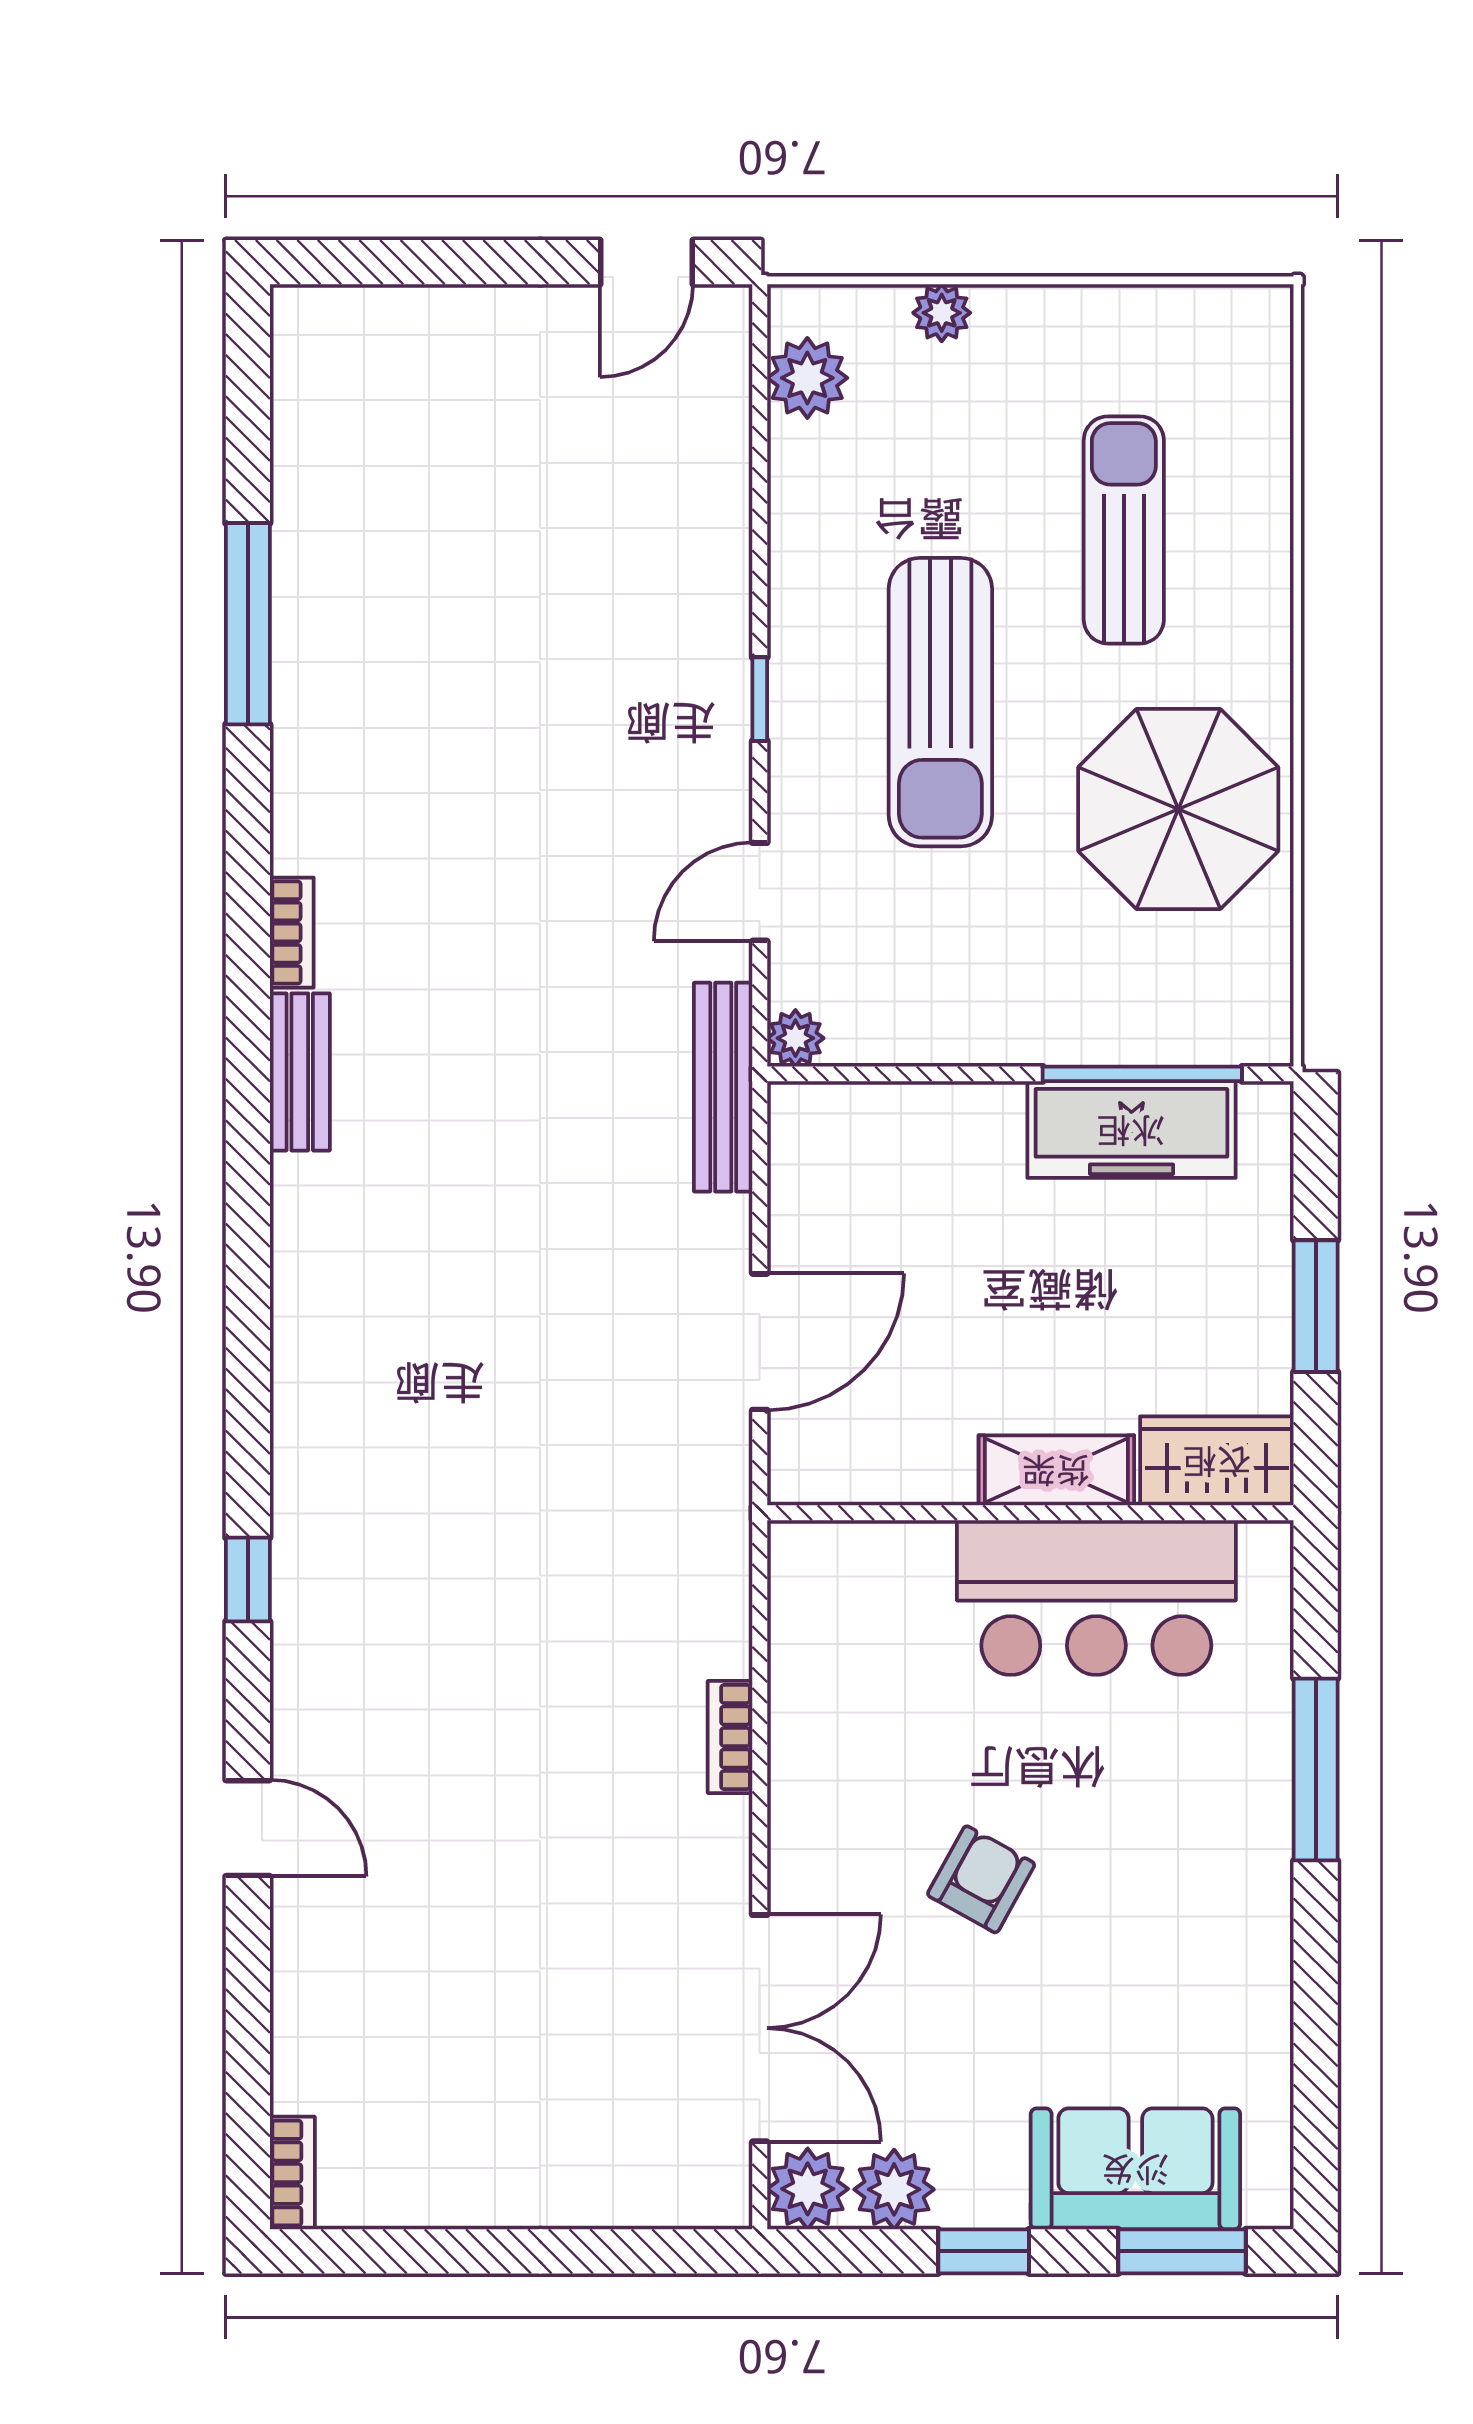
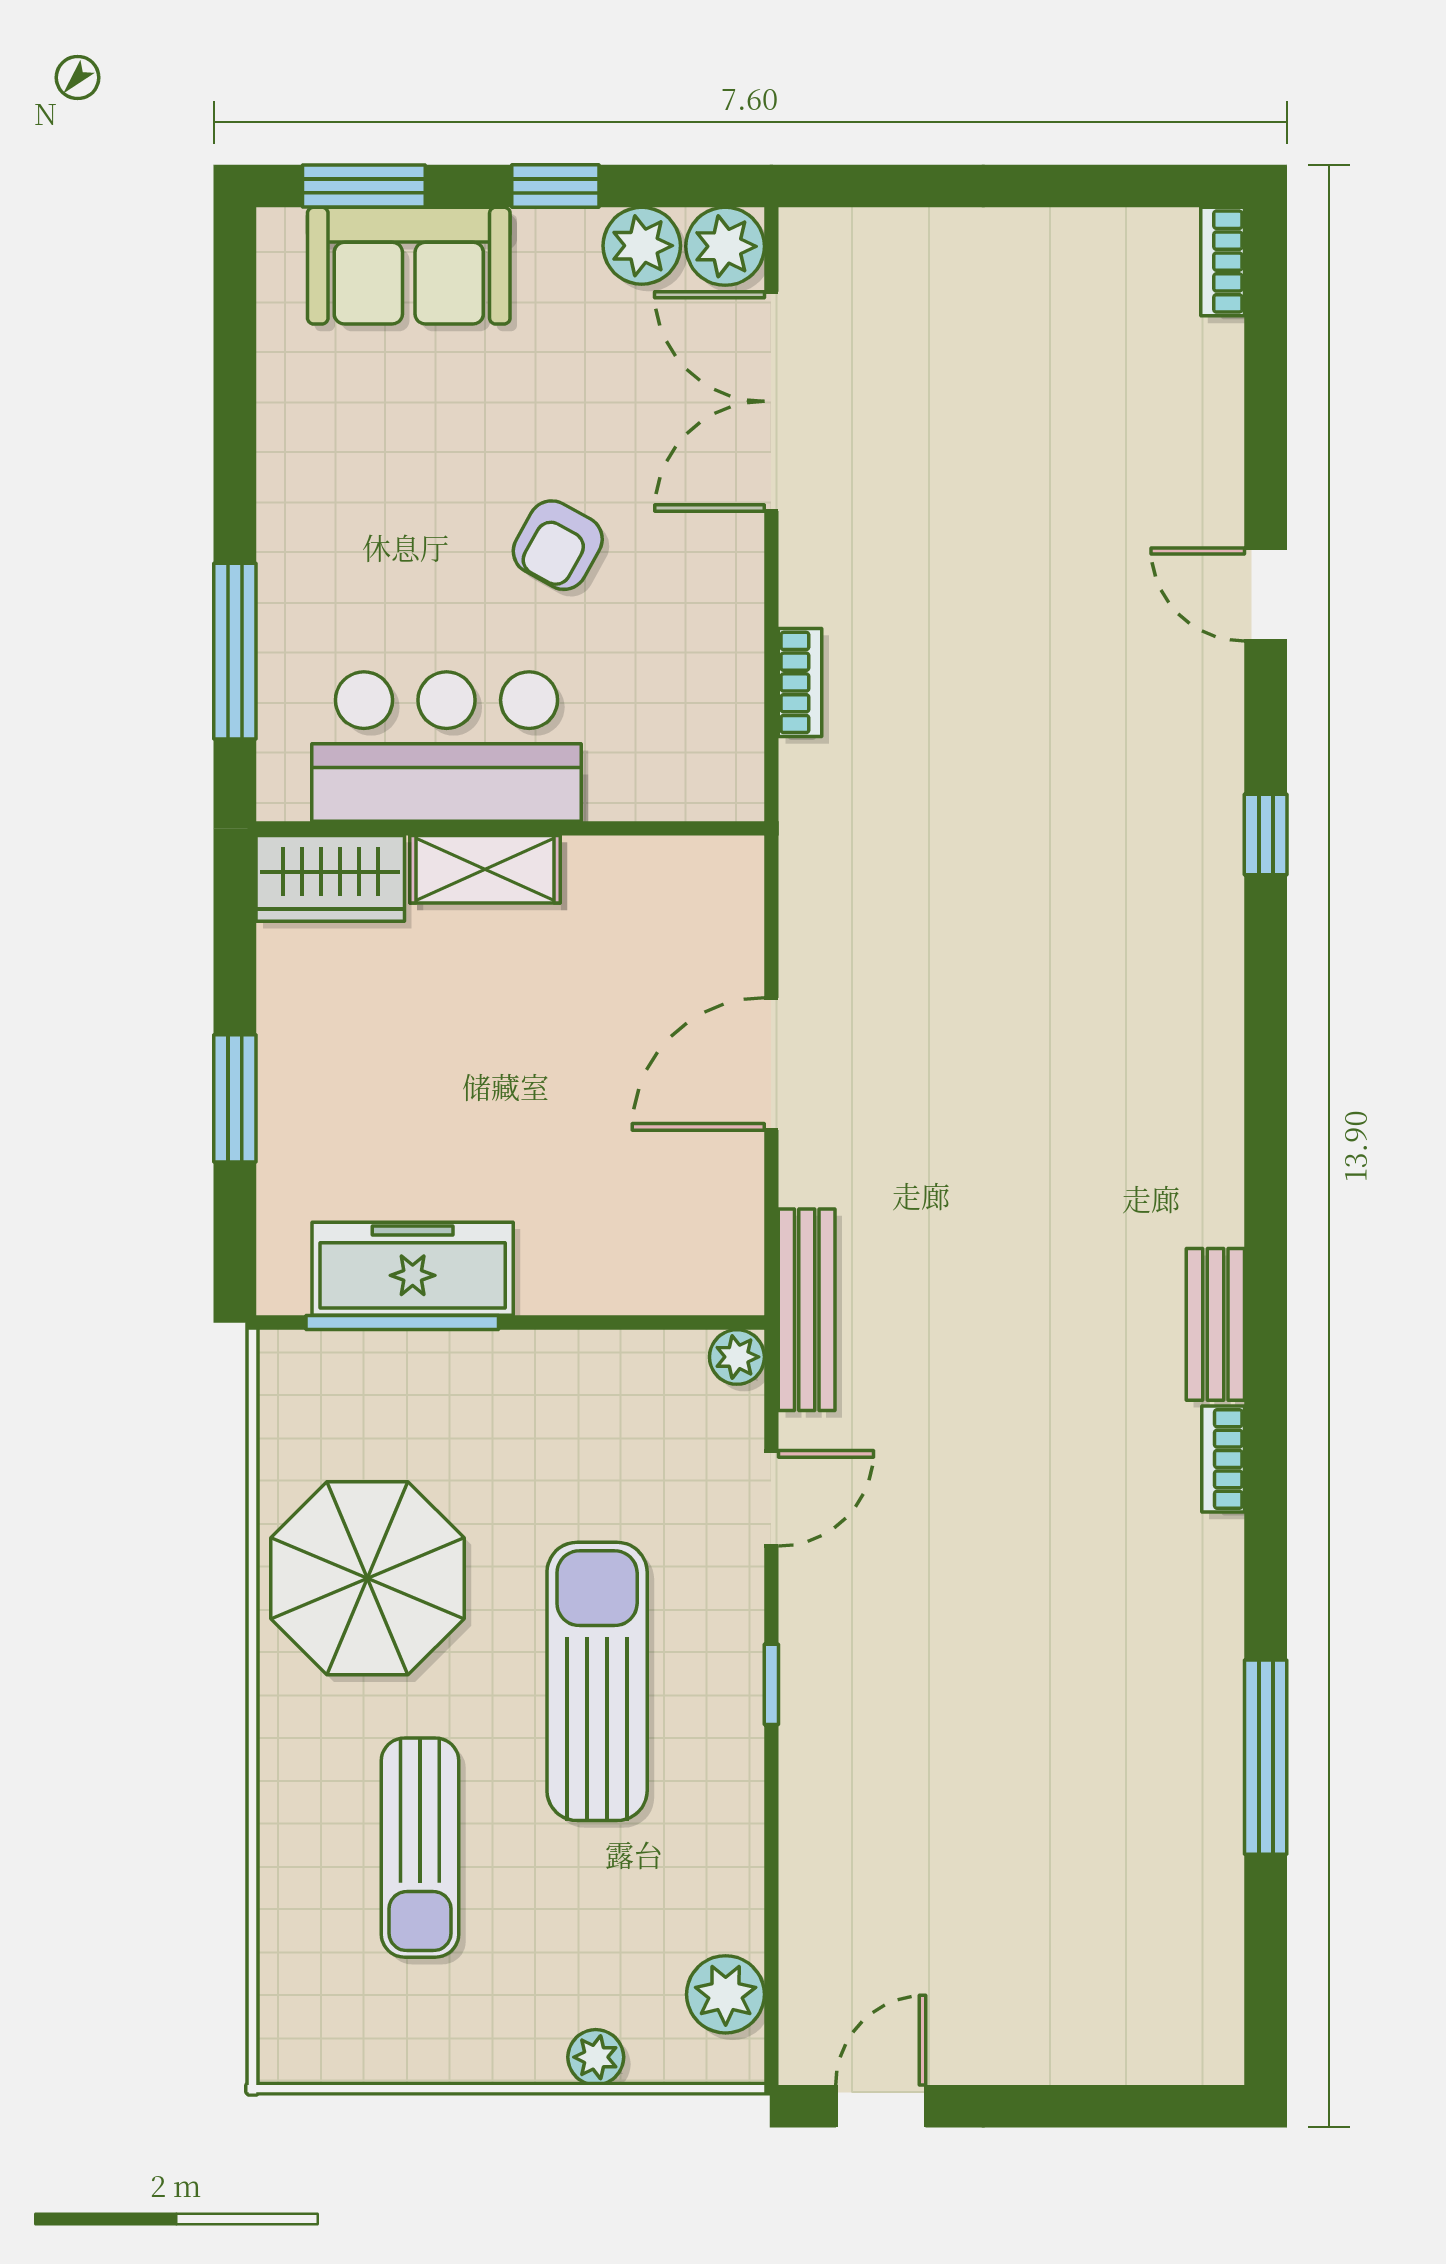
wardrobe: (1217, 1461) -> (330, 878), moved
shelving: (1056, 1470) -> (485, 869), moved
wall: (1030, 1513) -> (510, 828), moved
bar counter: (1096, 1597) -> (447, 747), moved

